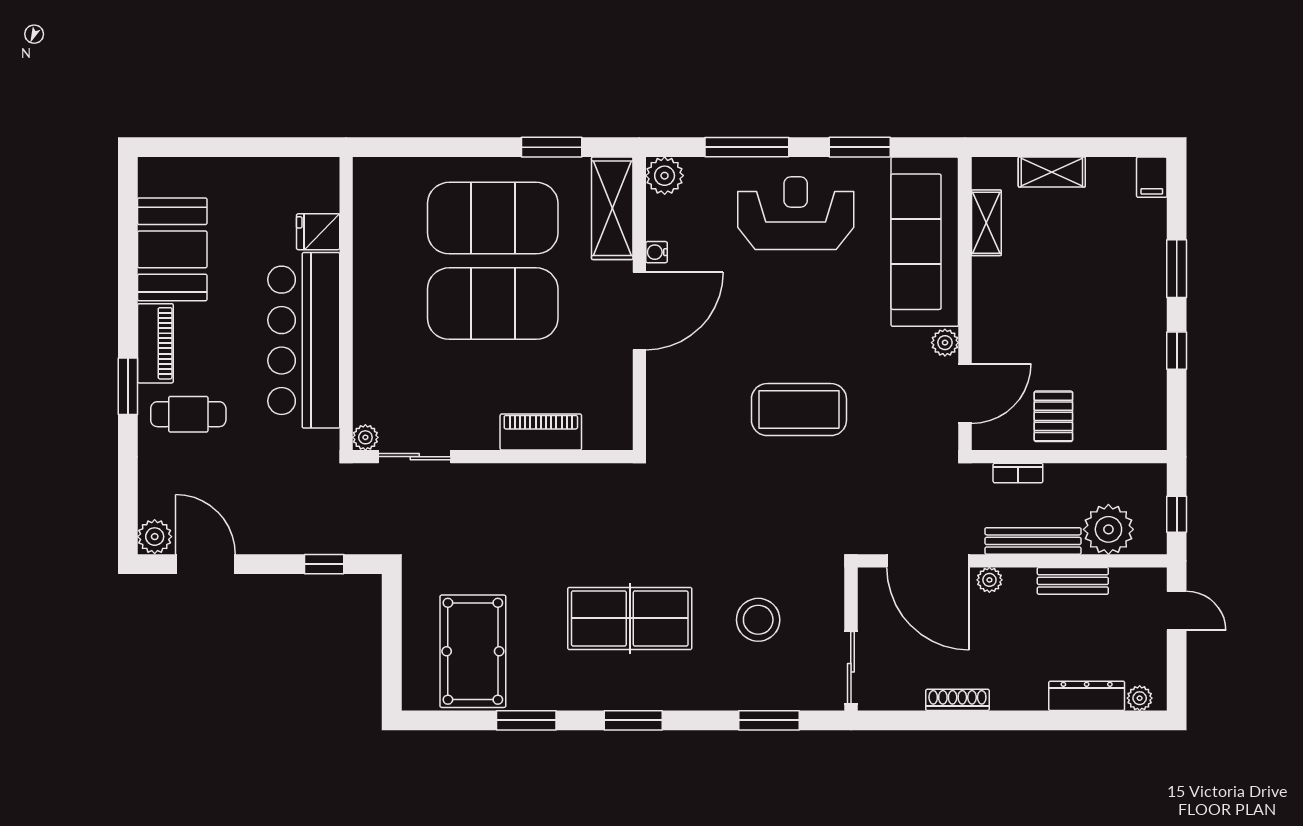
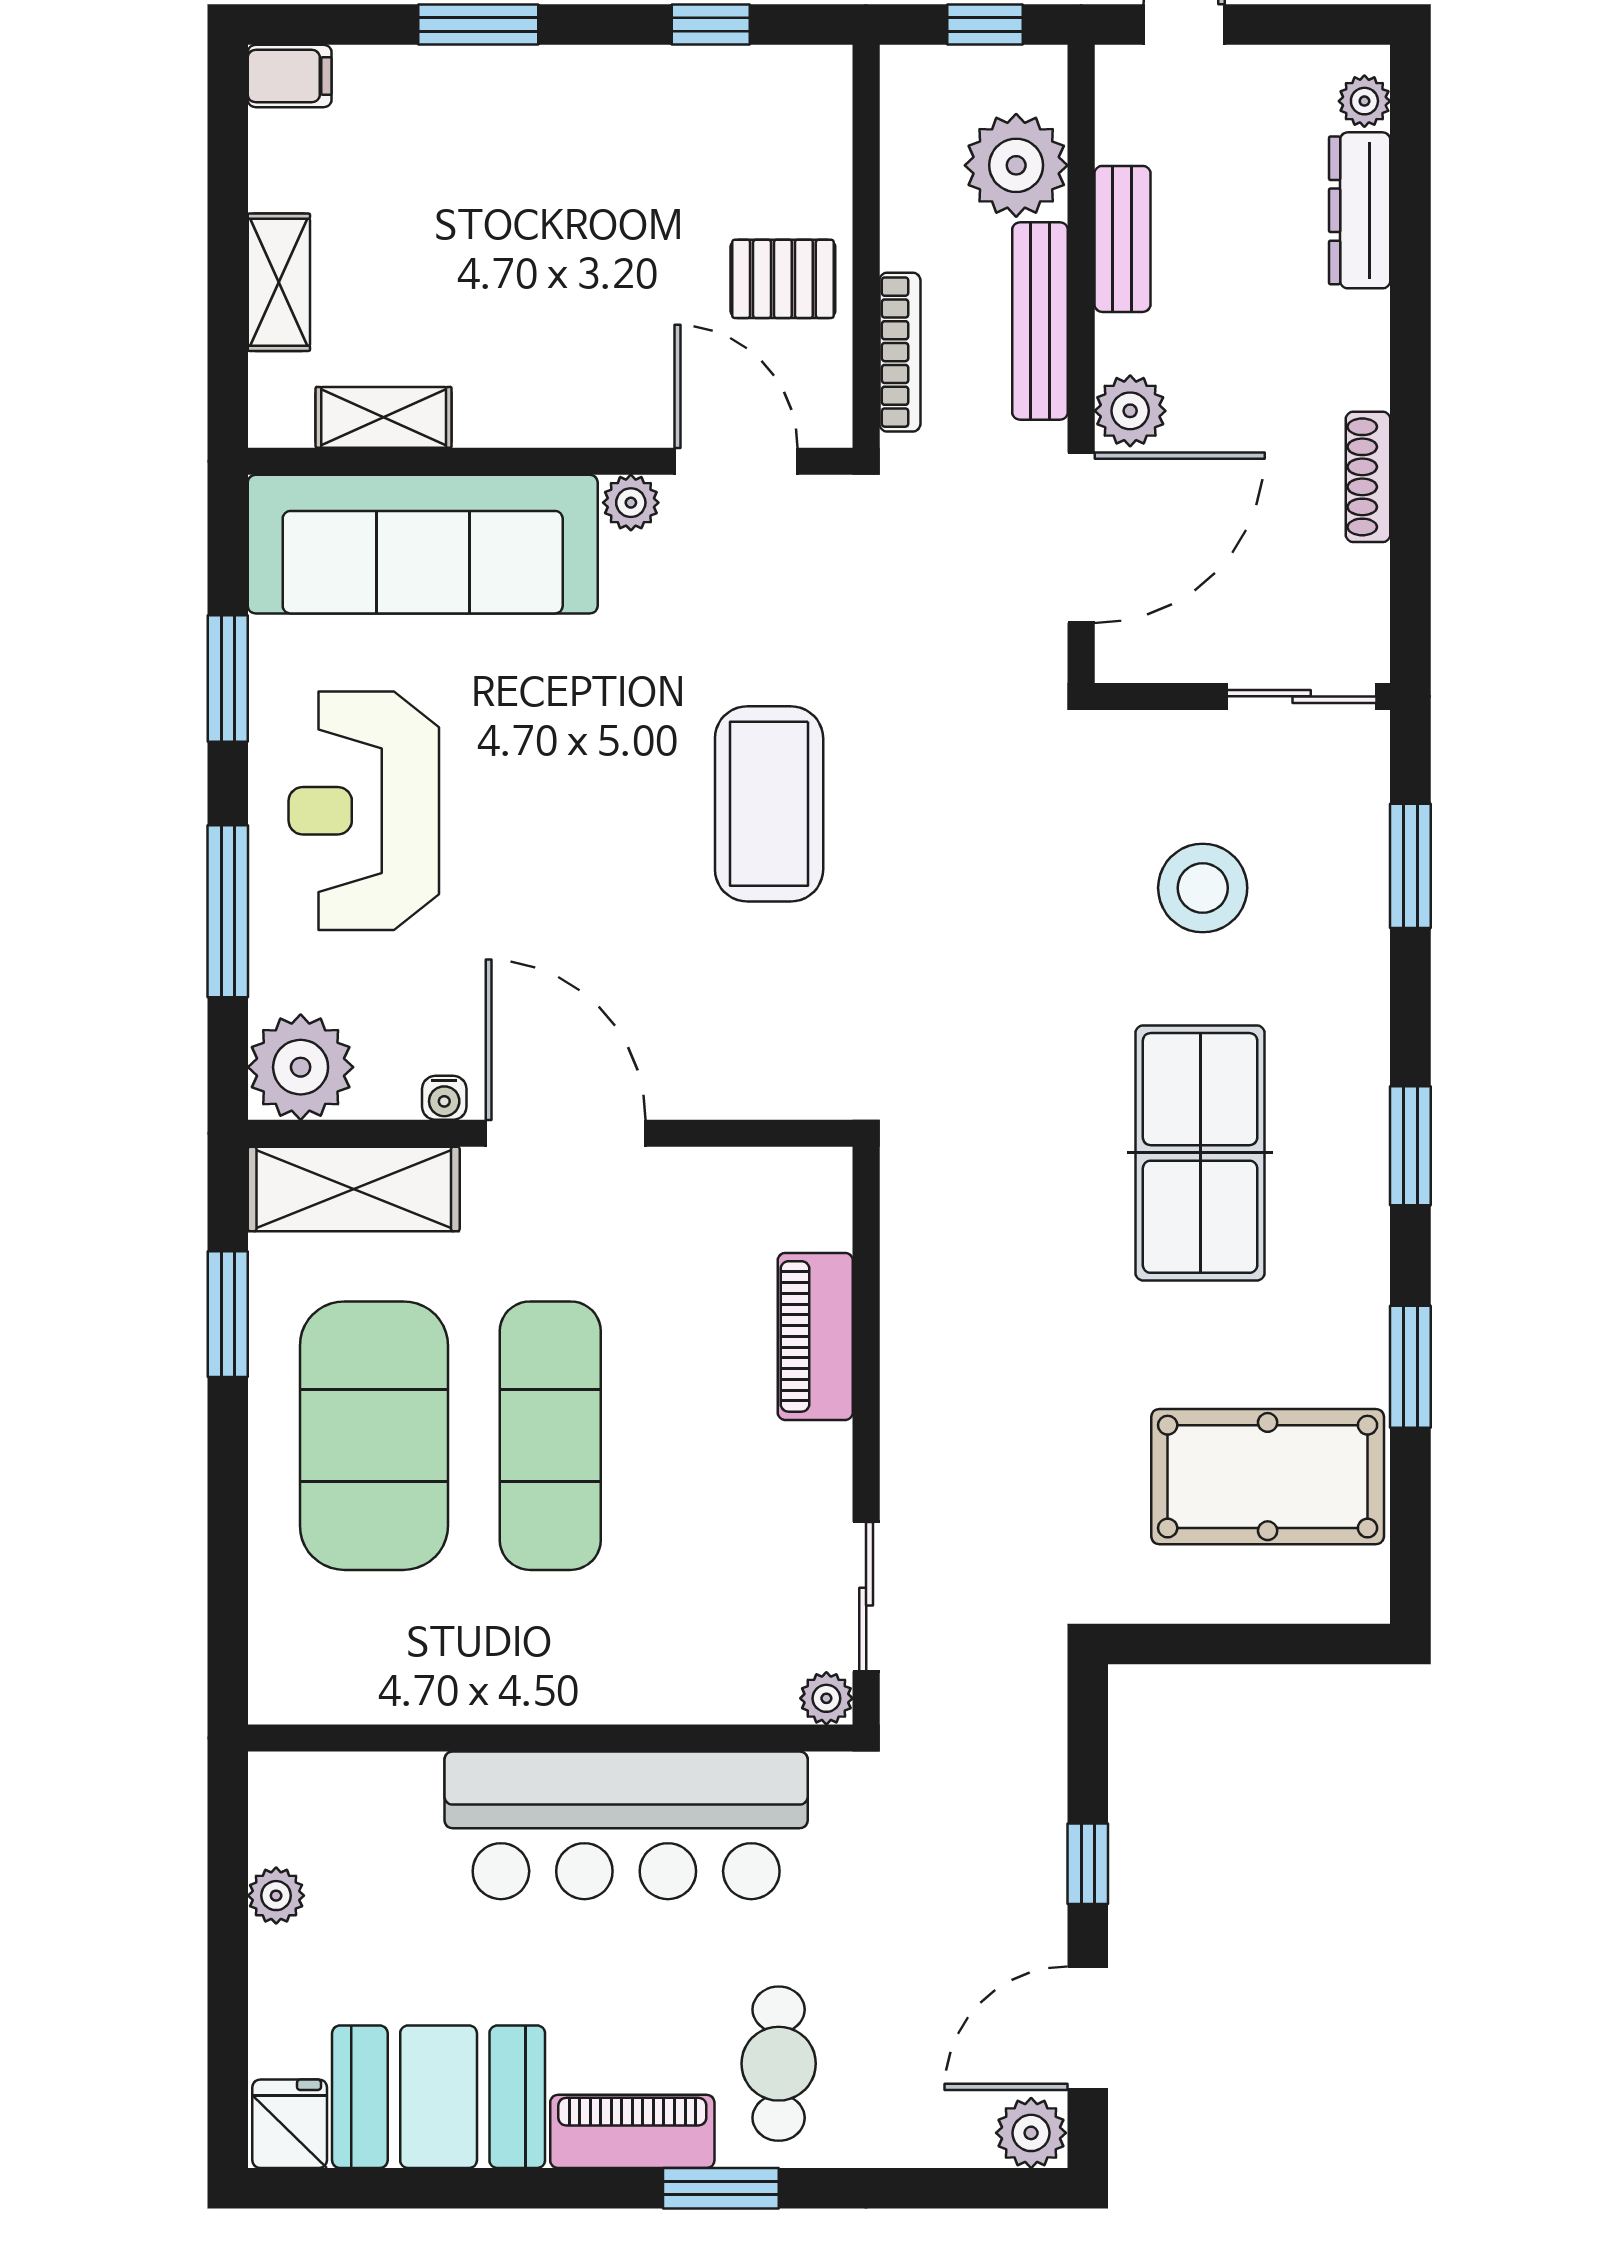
plant: (270, 171) -> (276, 1896), added
plant: (665, 176) -> (301, 1067), width x1.36, depth x1.36
fridge: (318, 232) -> (290, 2124), moved, turned 180
exercise mat: (493, 304) -> (550, 1436), width x0.68
window: (1177, 351) -> (711, 25), moved
bookcase: (1018, 473) -> (900, 352), width x1.56
window: (324, 564) -> (1088, 1864), moved
plant: (989, 580) -> (1130, 411), width x1.38, depth x1.38

